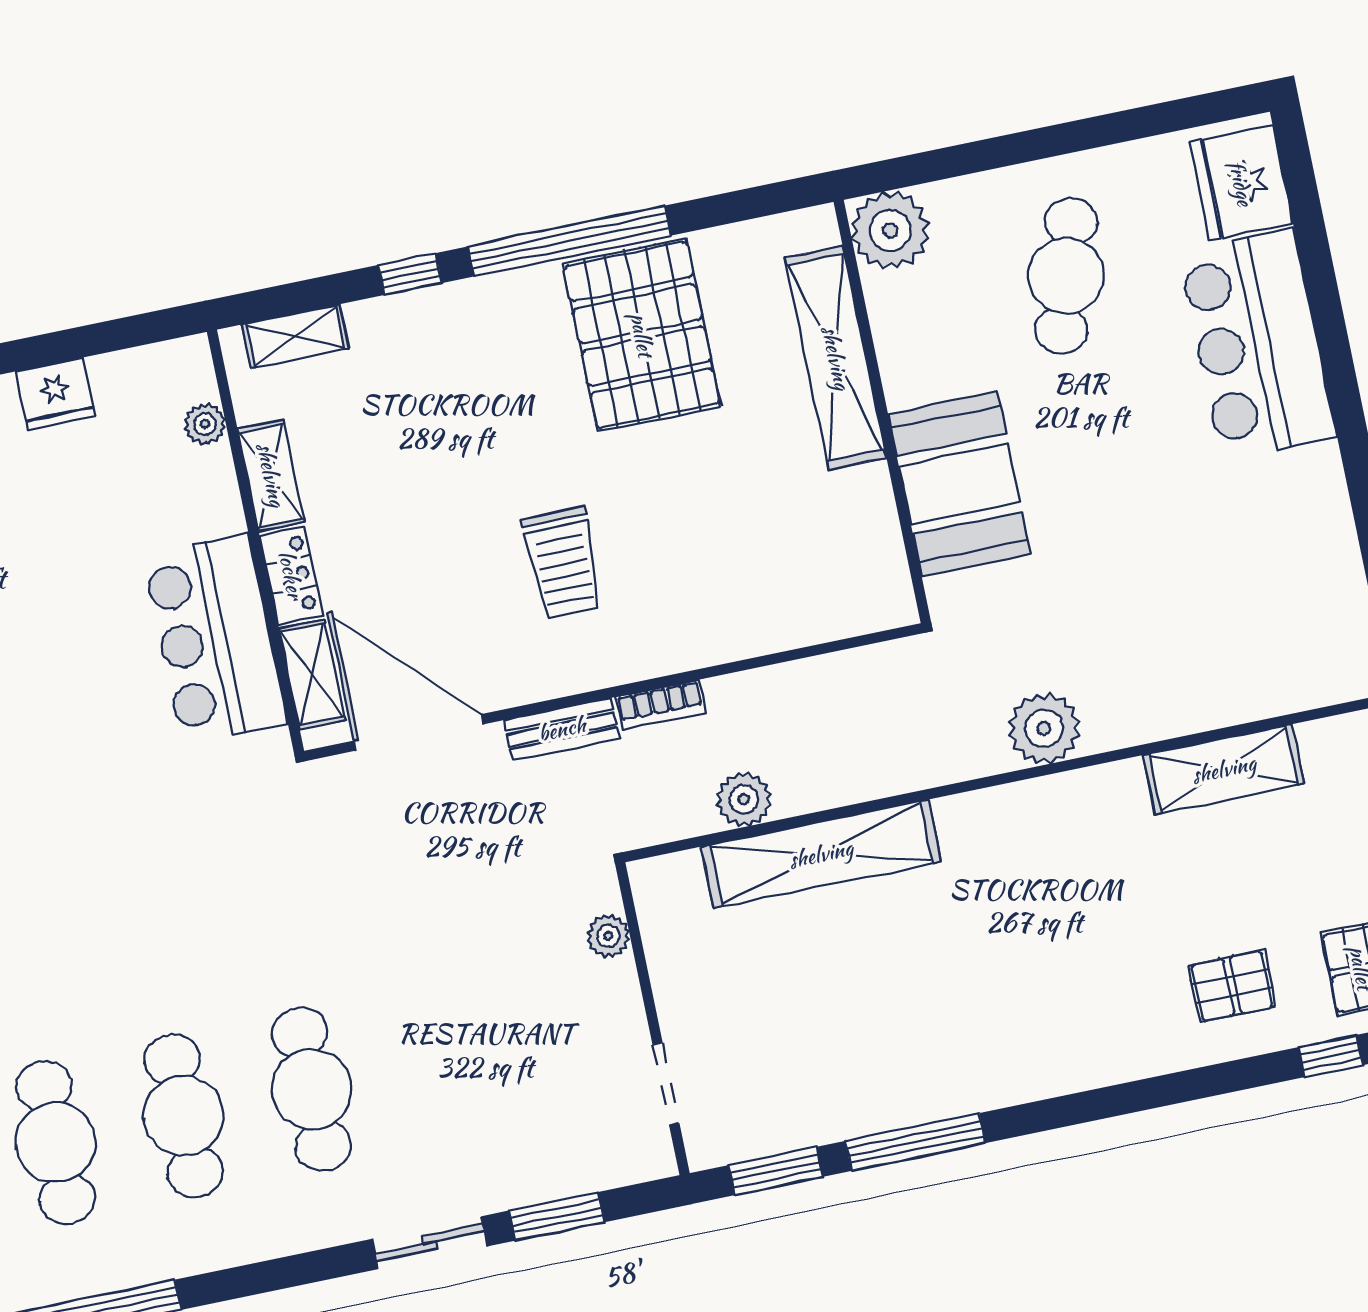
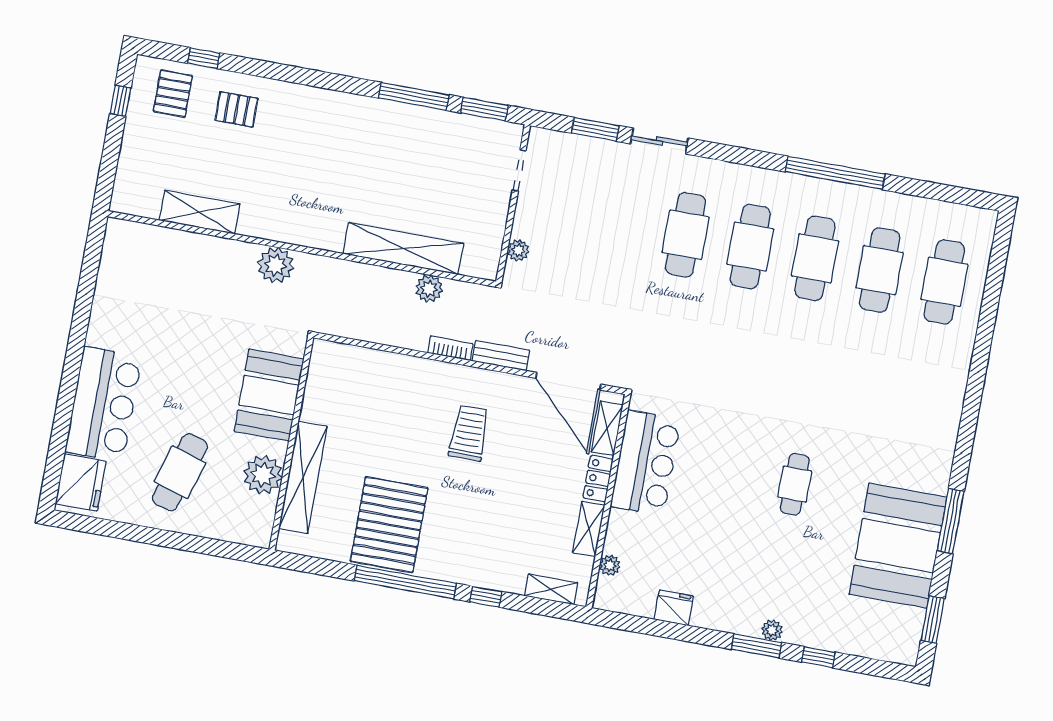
plant: (890, 230) -> (263, 475), moved

